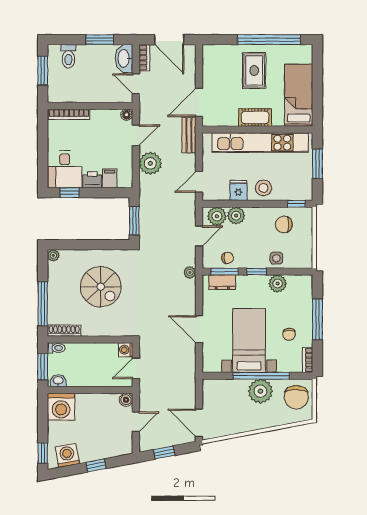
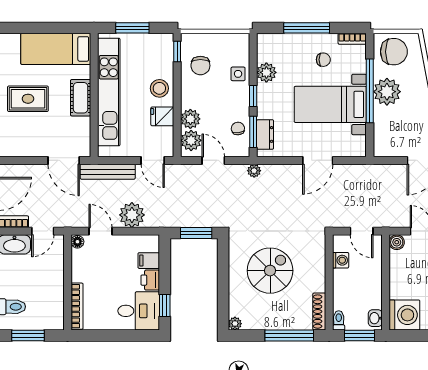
bench: (189, 135) -> (108, 172), width x1.36
washing machine: (126, 350) -> (341, 260), moved, turned -90

